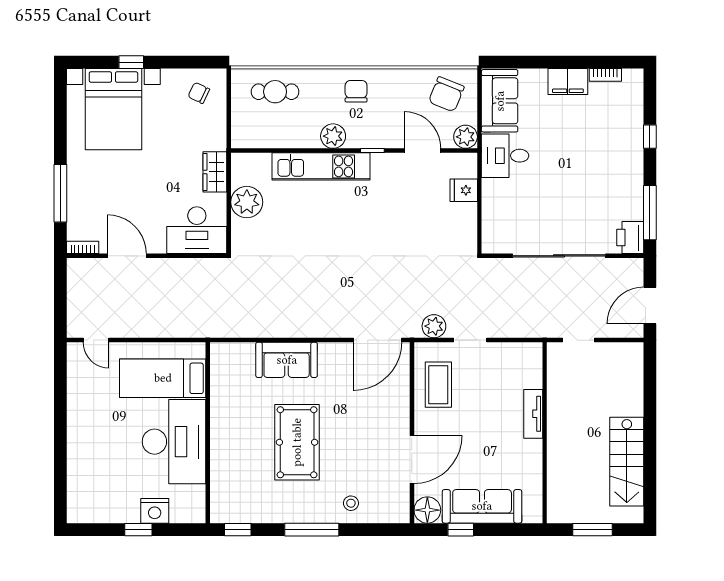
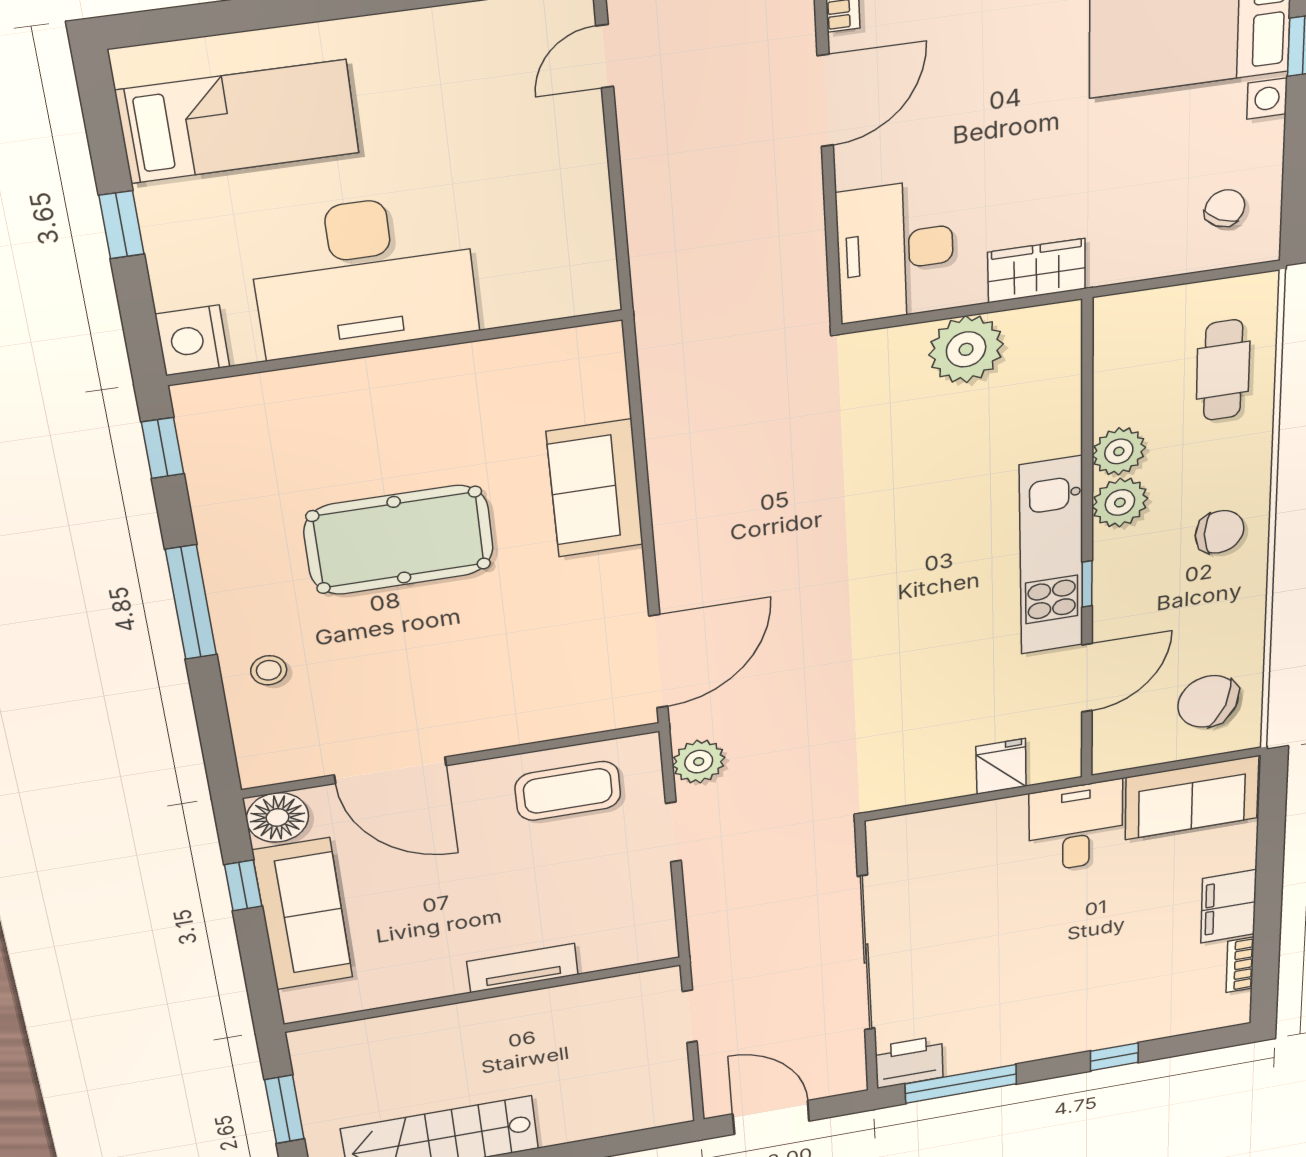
plant: (466, 137) -> (1119, 451), moved
kitchen unit: (321, 166) -> (1051, 556), moved
door: (377, 340) -> (658, 661), swing flipped
bed: (163, 378) -> (238, 122), moved, turned 90
nightstand: (155, 511) -> (192, 340), moved

